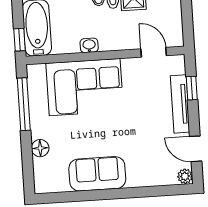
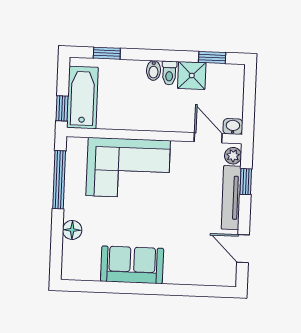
washbasin: (89, 45) -> (233, 127), moved
plant: (185, 176) -> (233, 156), moved

